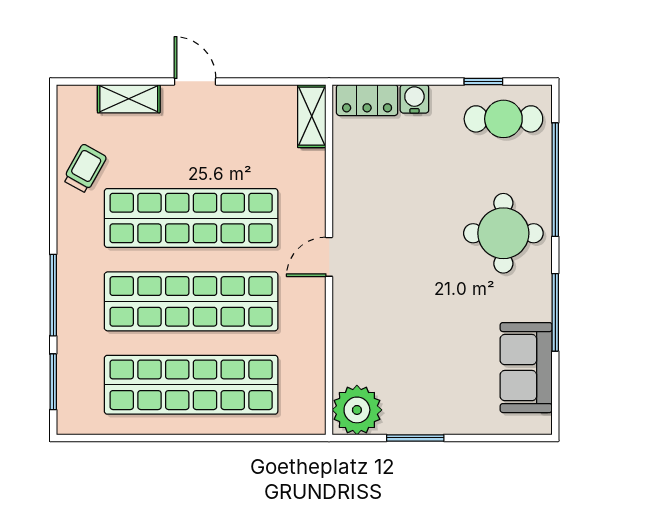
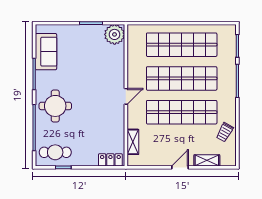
door: (195, 81) -> (180, 167), swing flipped
water cooler: (414, 99) -> (91, 160), removed
shelving: (312, 116) -> (133, 142), moved

